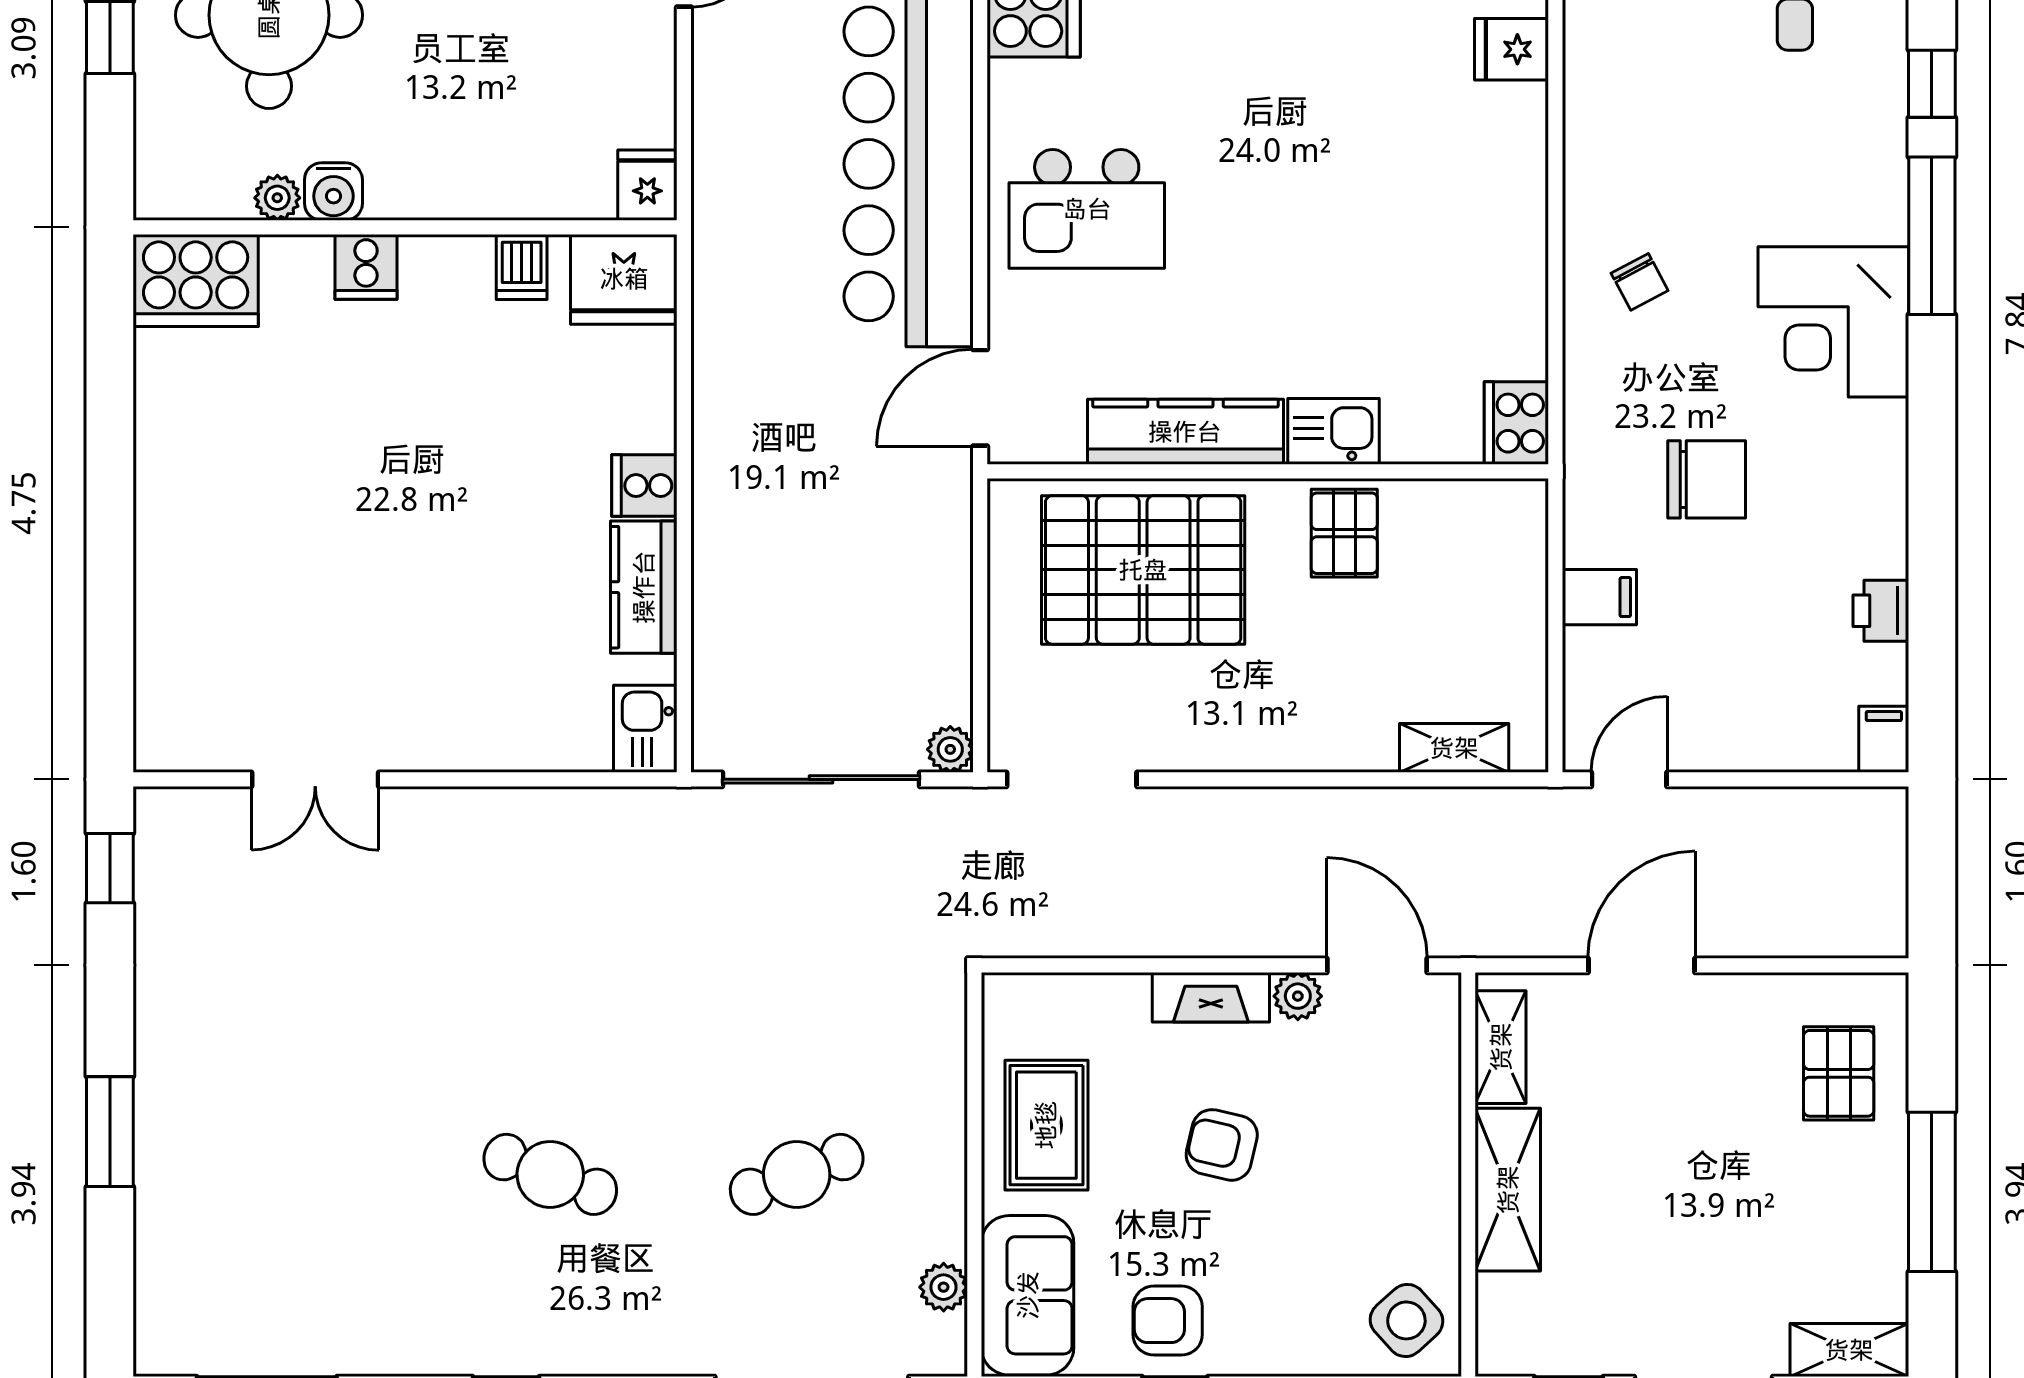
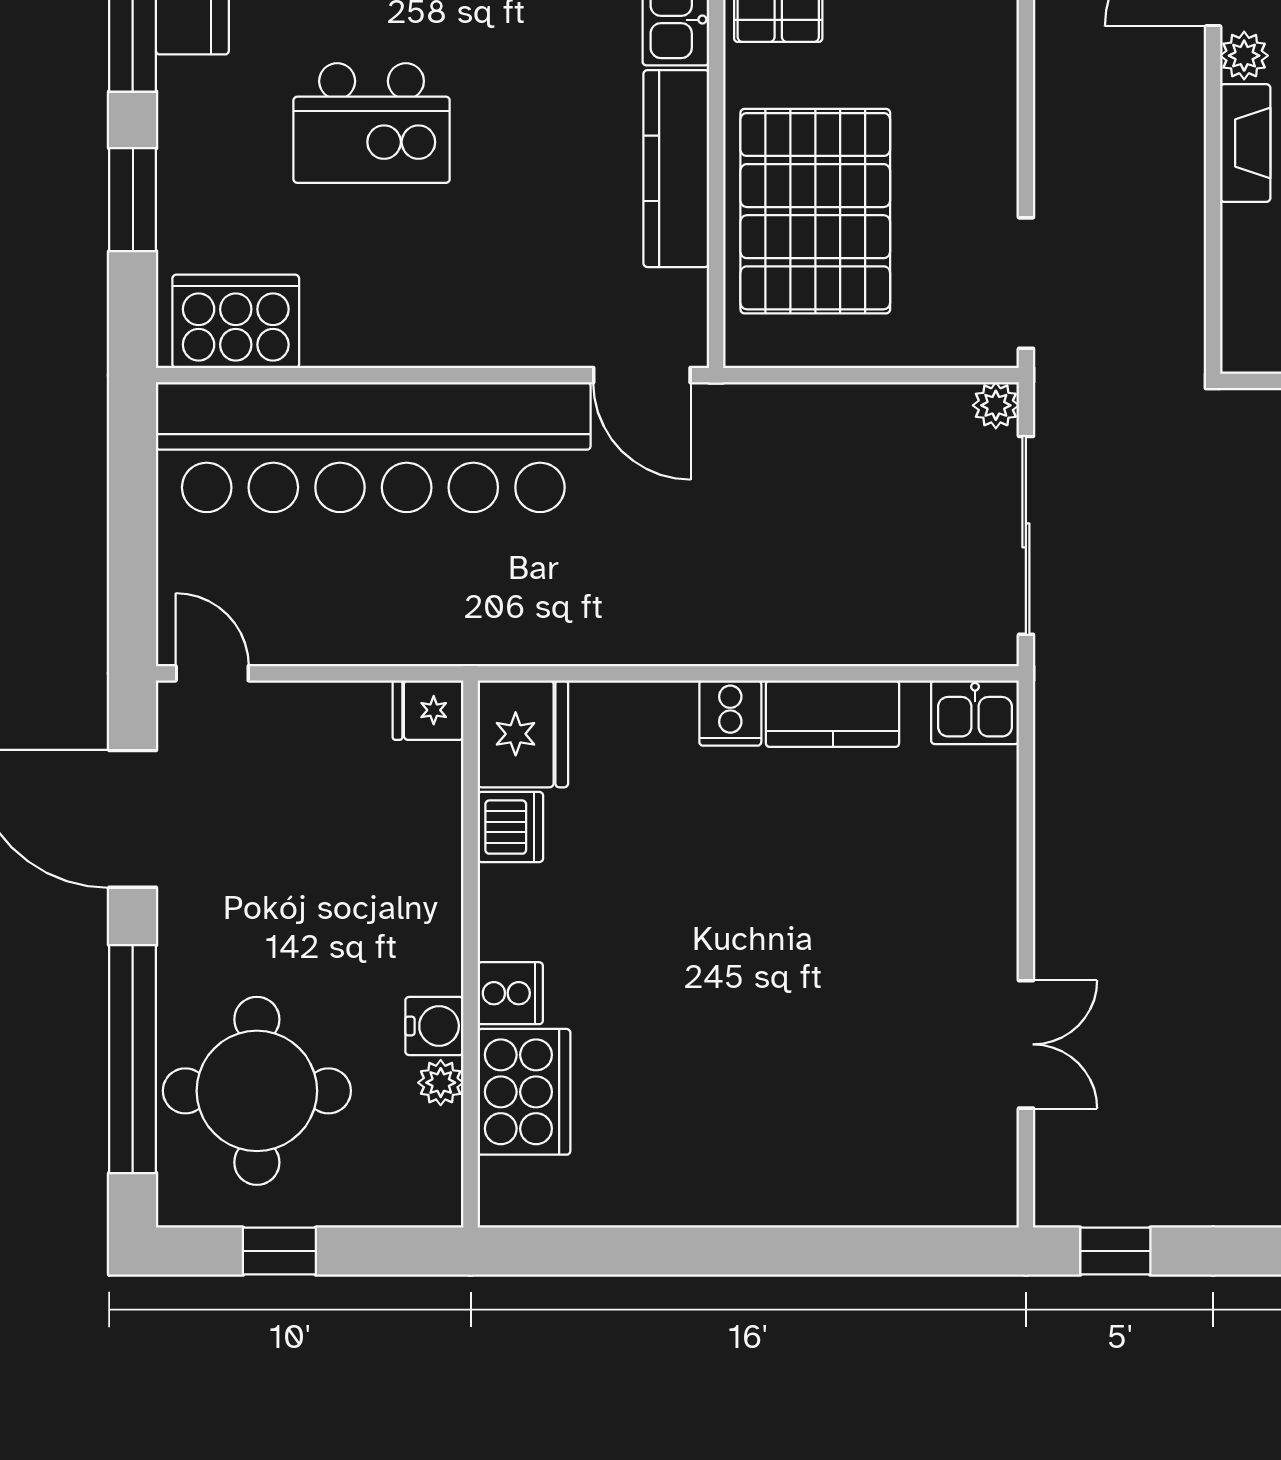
kitchen island: (1087, 209) -> (372, 123), moved, turned 90
dishwasher: (522, 267) -> (510, 827), width x1.38
cooker: (196, 280) -> (524, 1092), moved

